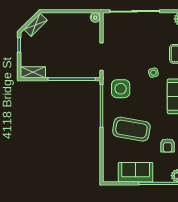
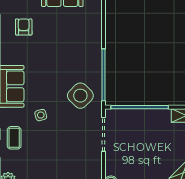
side table: (121, 89) -> (80, 96), turned 45
coffee table: (131, 129) -> (67, 47), removed

